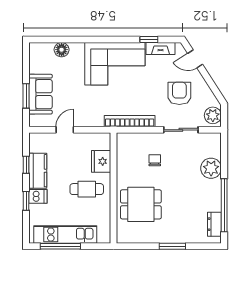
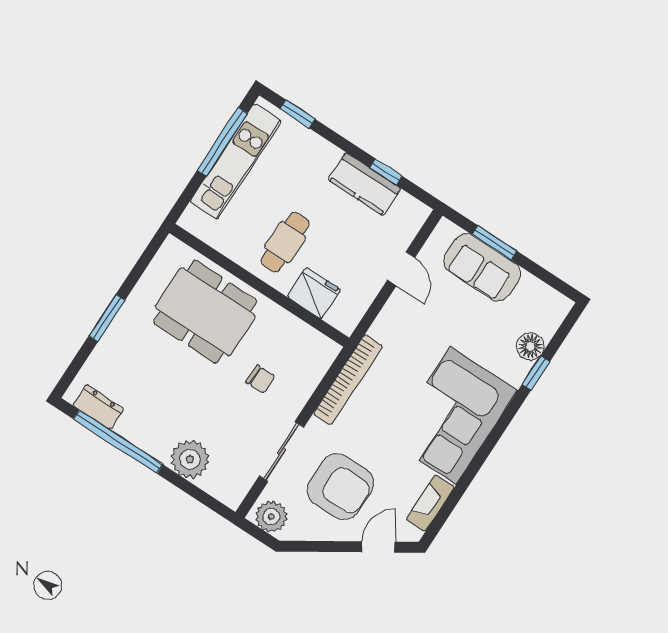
window: (149, 39) -> (536, 373), moved
armchair: (179, 93) -> (340, 487), width x1.36, depth x1.36
dishwasher: (38, 196) -> (324, 158), removed
window: (26, 201) -> (297, 114), moved
dining table: (141, 204) -> (205, 312), width x1.38

